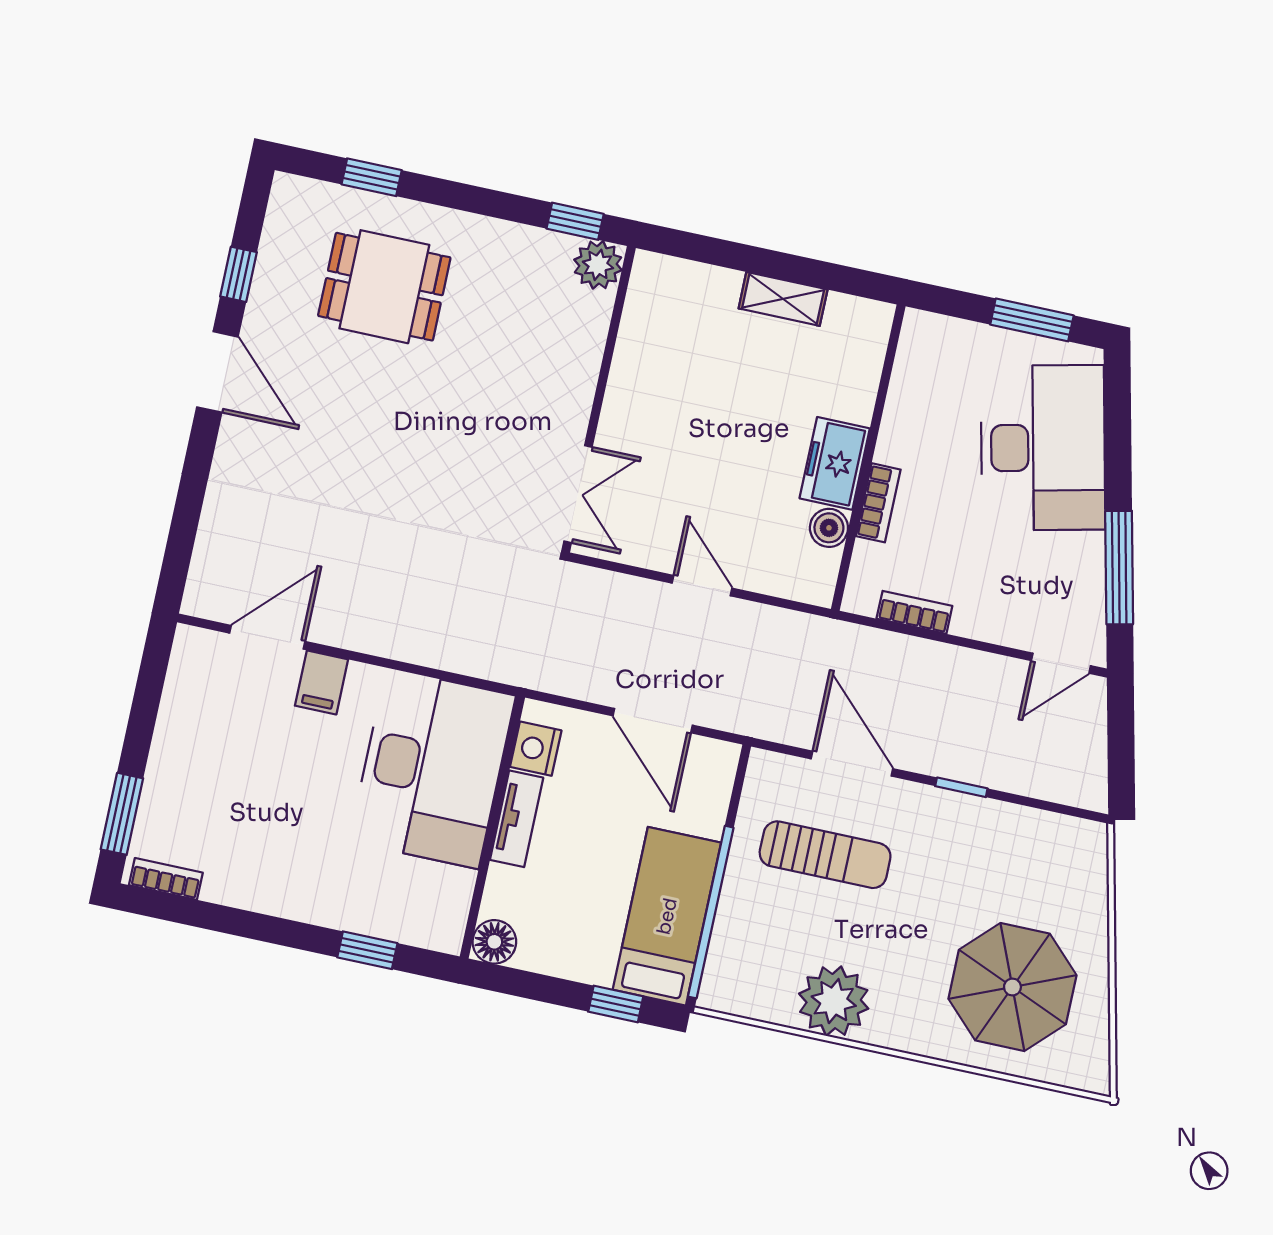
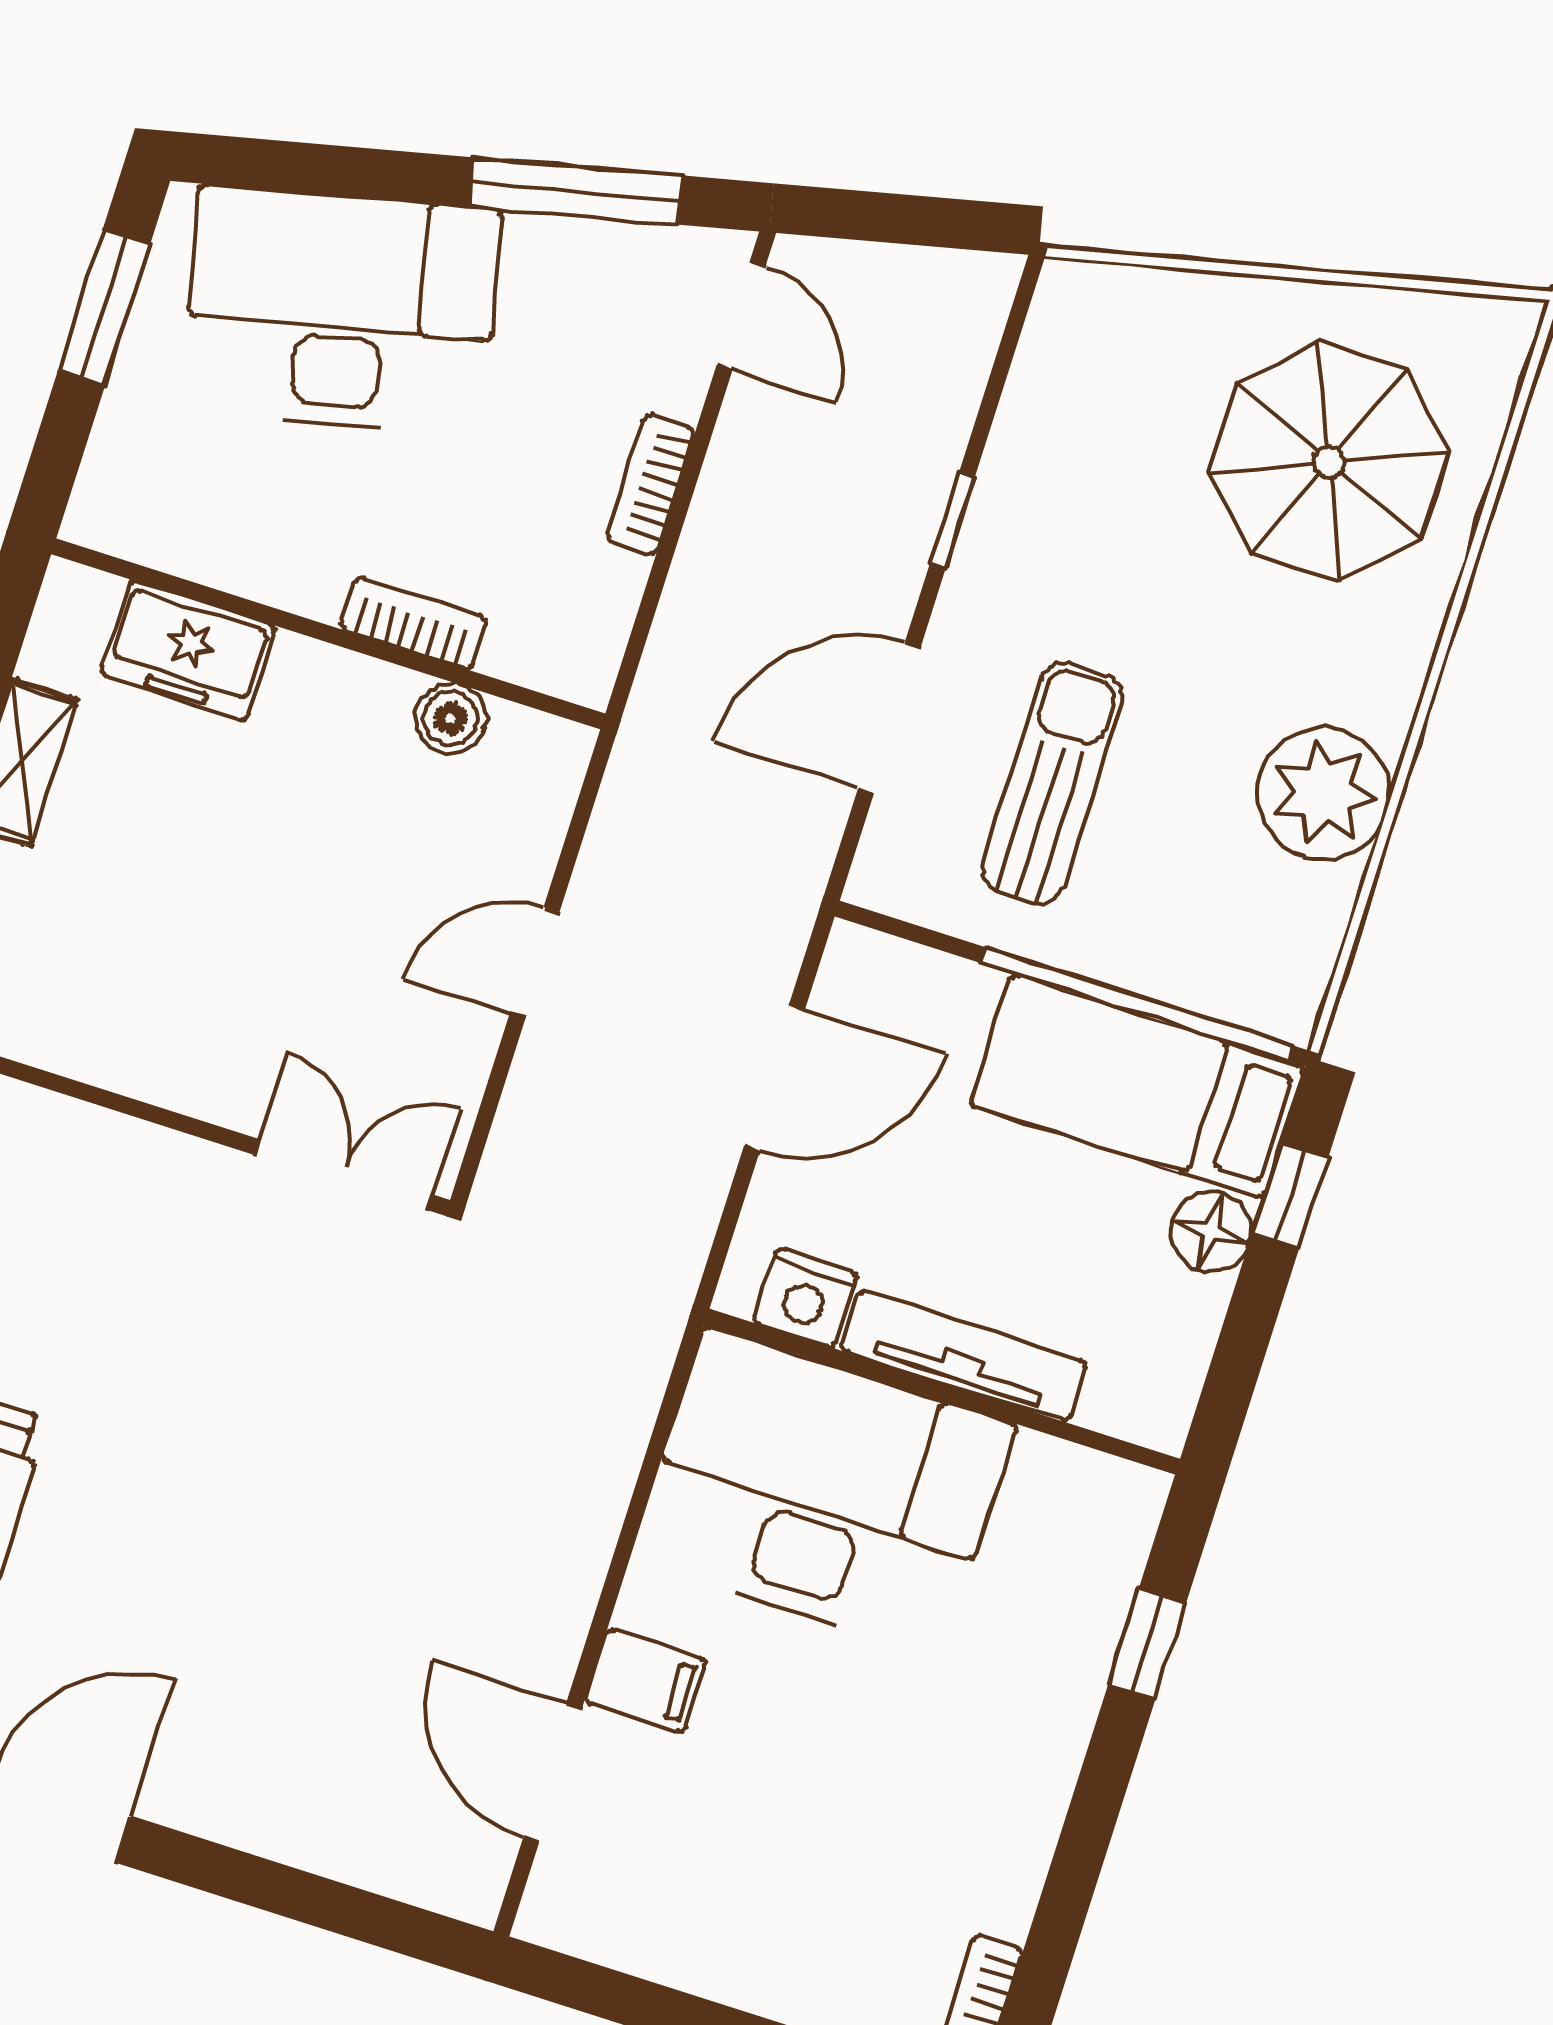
freezer: (835, 463) -> (189, 650), moved
bookcase: (914, 612) -> (651, 485), moved
tv unit: (517, 819) -> (964, 1356), width x1.41
floor lamp: (494, 942) -> (1210, 1231), moved

